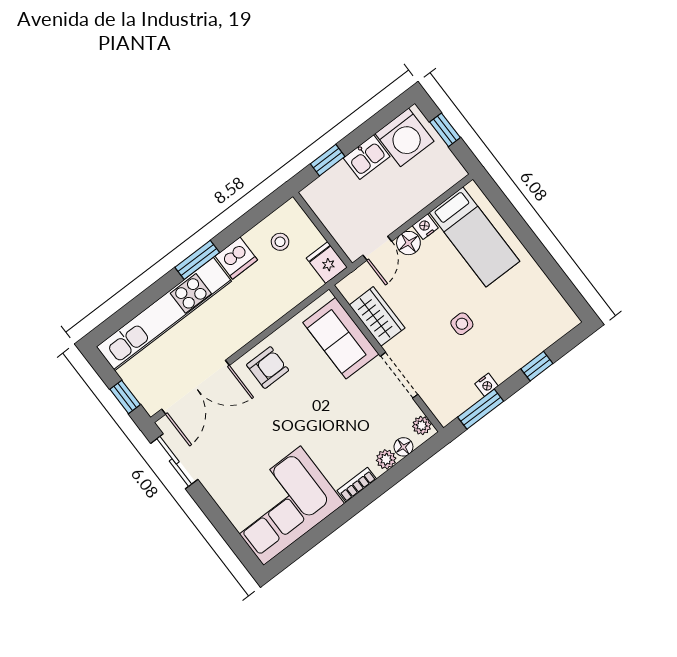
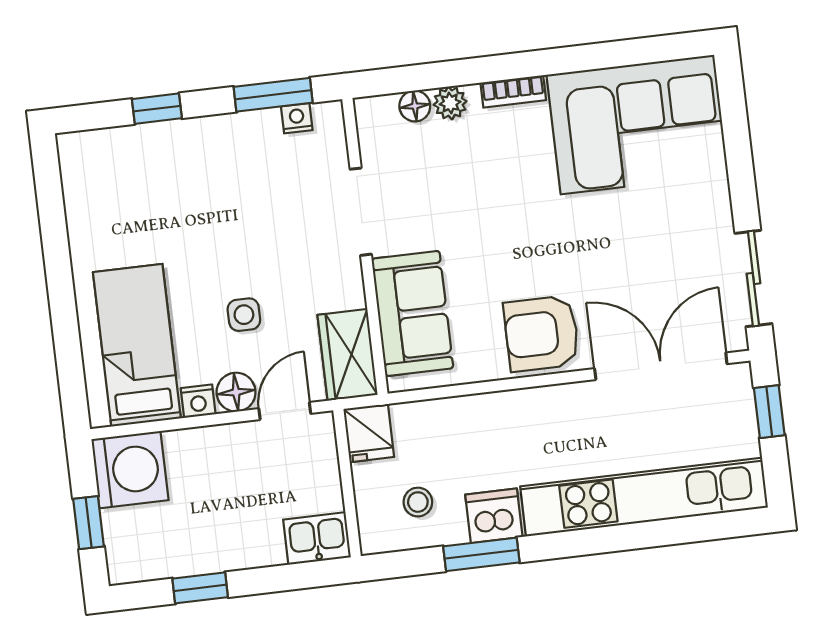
washing machine: (405, 137) -> (130, 470), moved, turned 90
kitchen sink: (367, 157) -> (317, 538), moved
window: (328, 160) -> (200, 588), moved
window: (197, 260) -> (481, 554), moved
wardrobe: (377, 316) -> (347, 355), moved
side table: (462, 324) -> (244, 315), moved
armchair: (268, 368) -> (542, 333), width x1.38, depth x1.38
nightstand: (486, 385) -> (297, 118), moved
plant: (422, 425) -> (371, 121), removed

